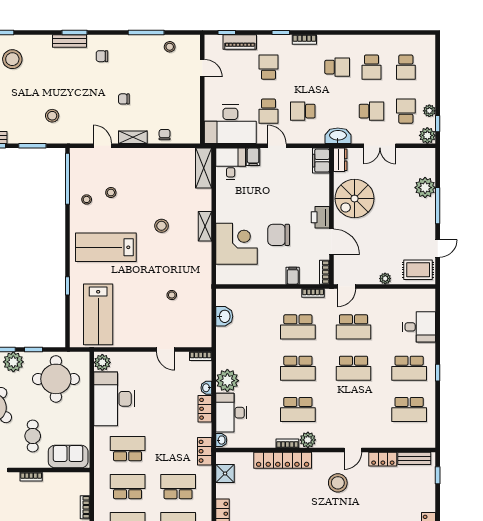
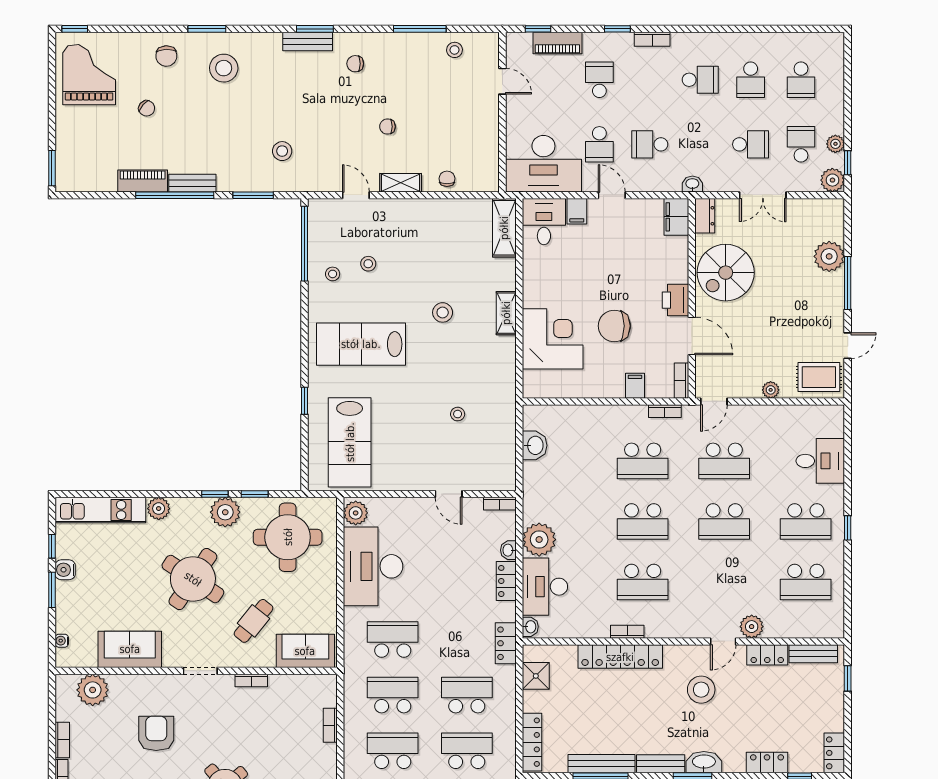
washbasin: (338, 136) -> (692, 184), width x0.52, depth x0.69
cafe table: (33, 436) -> (254, 621), turned 39
plant: (308, 440) -> (752, 627), moved

